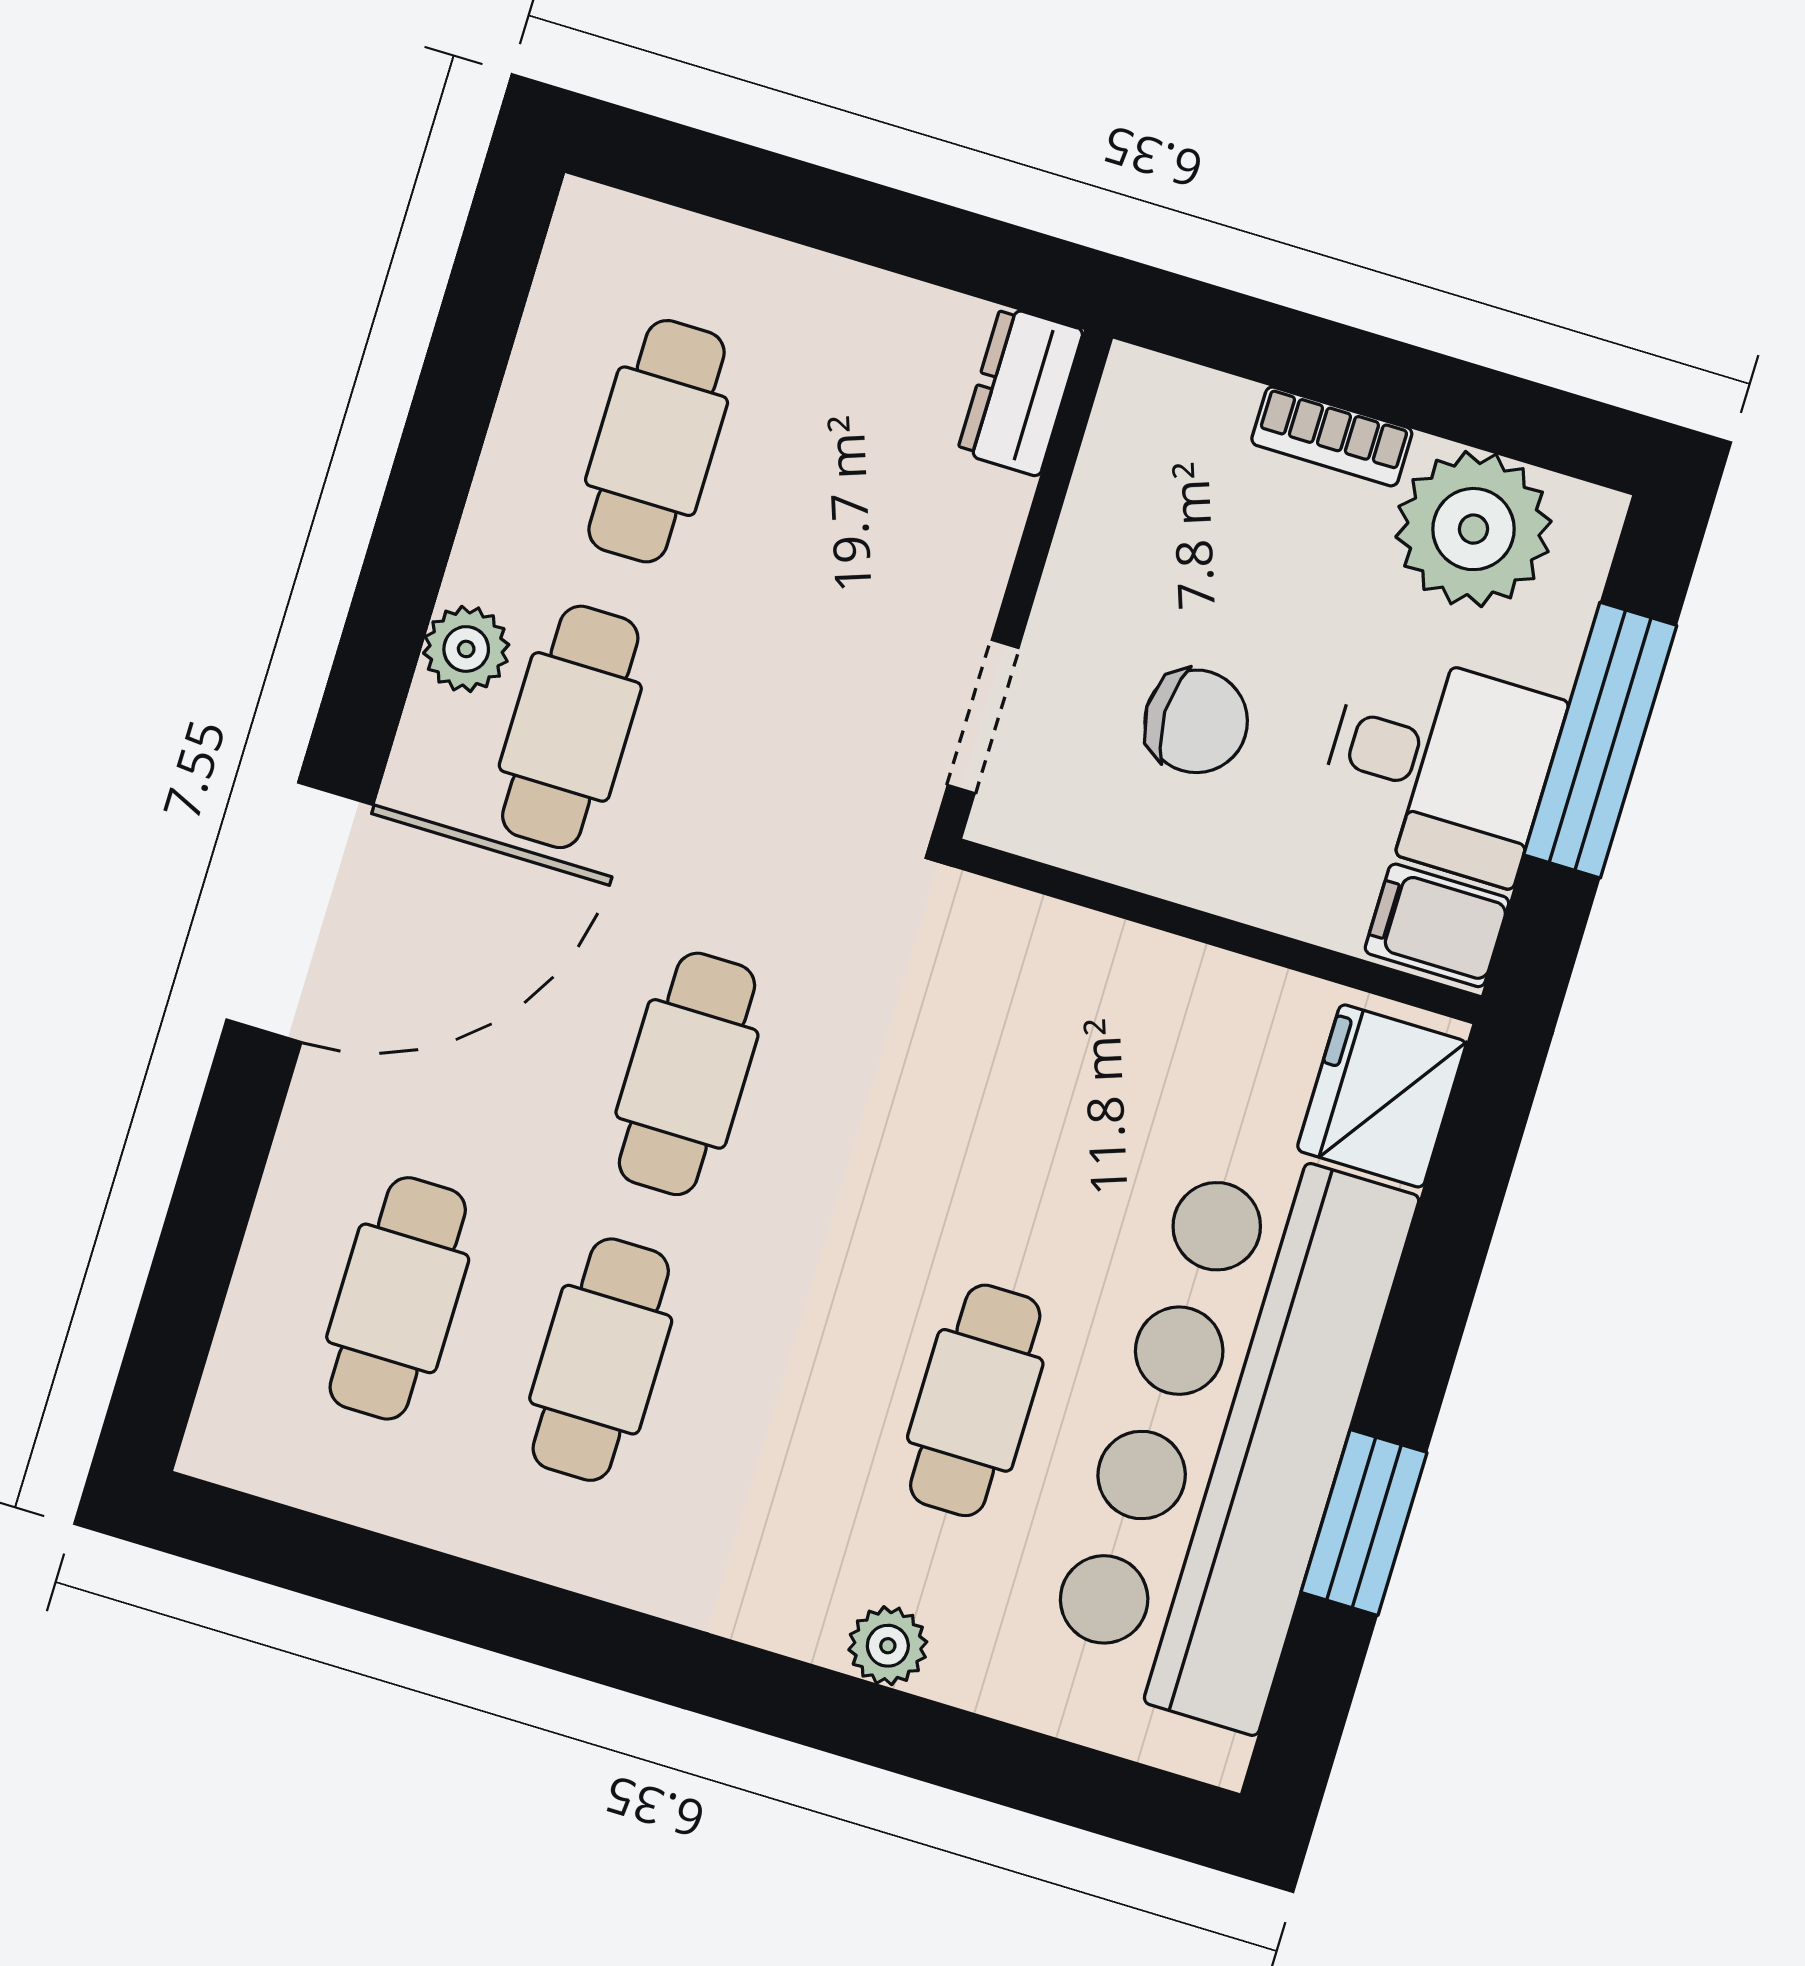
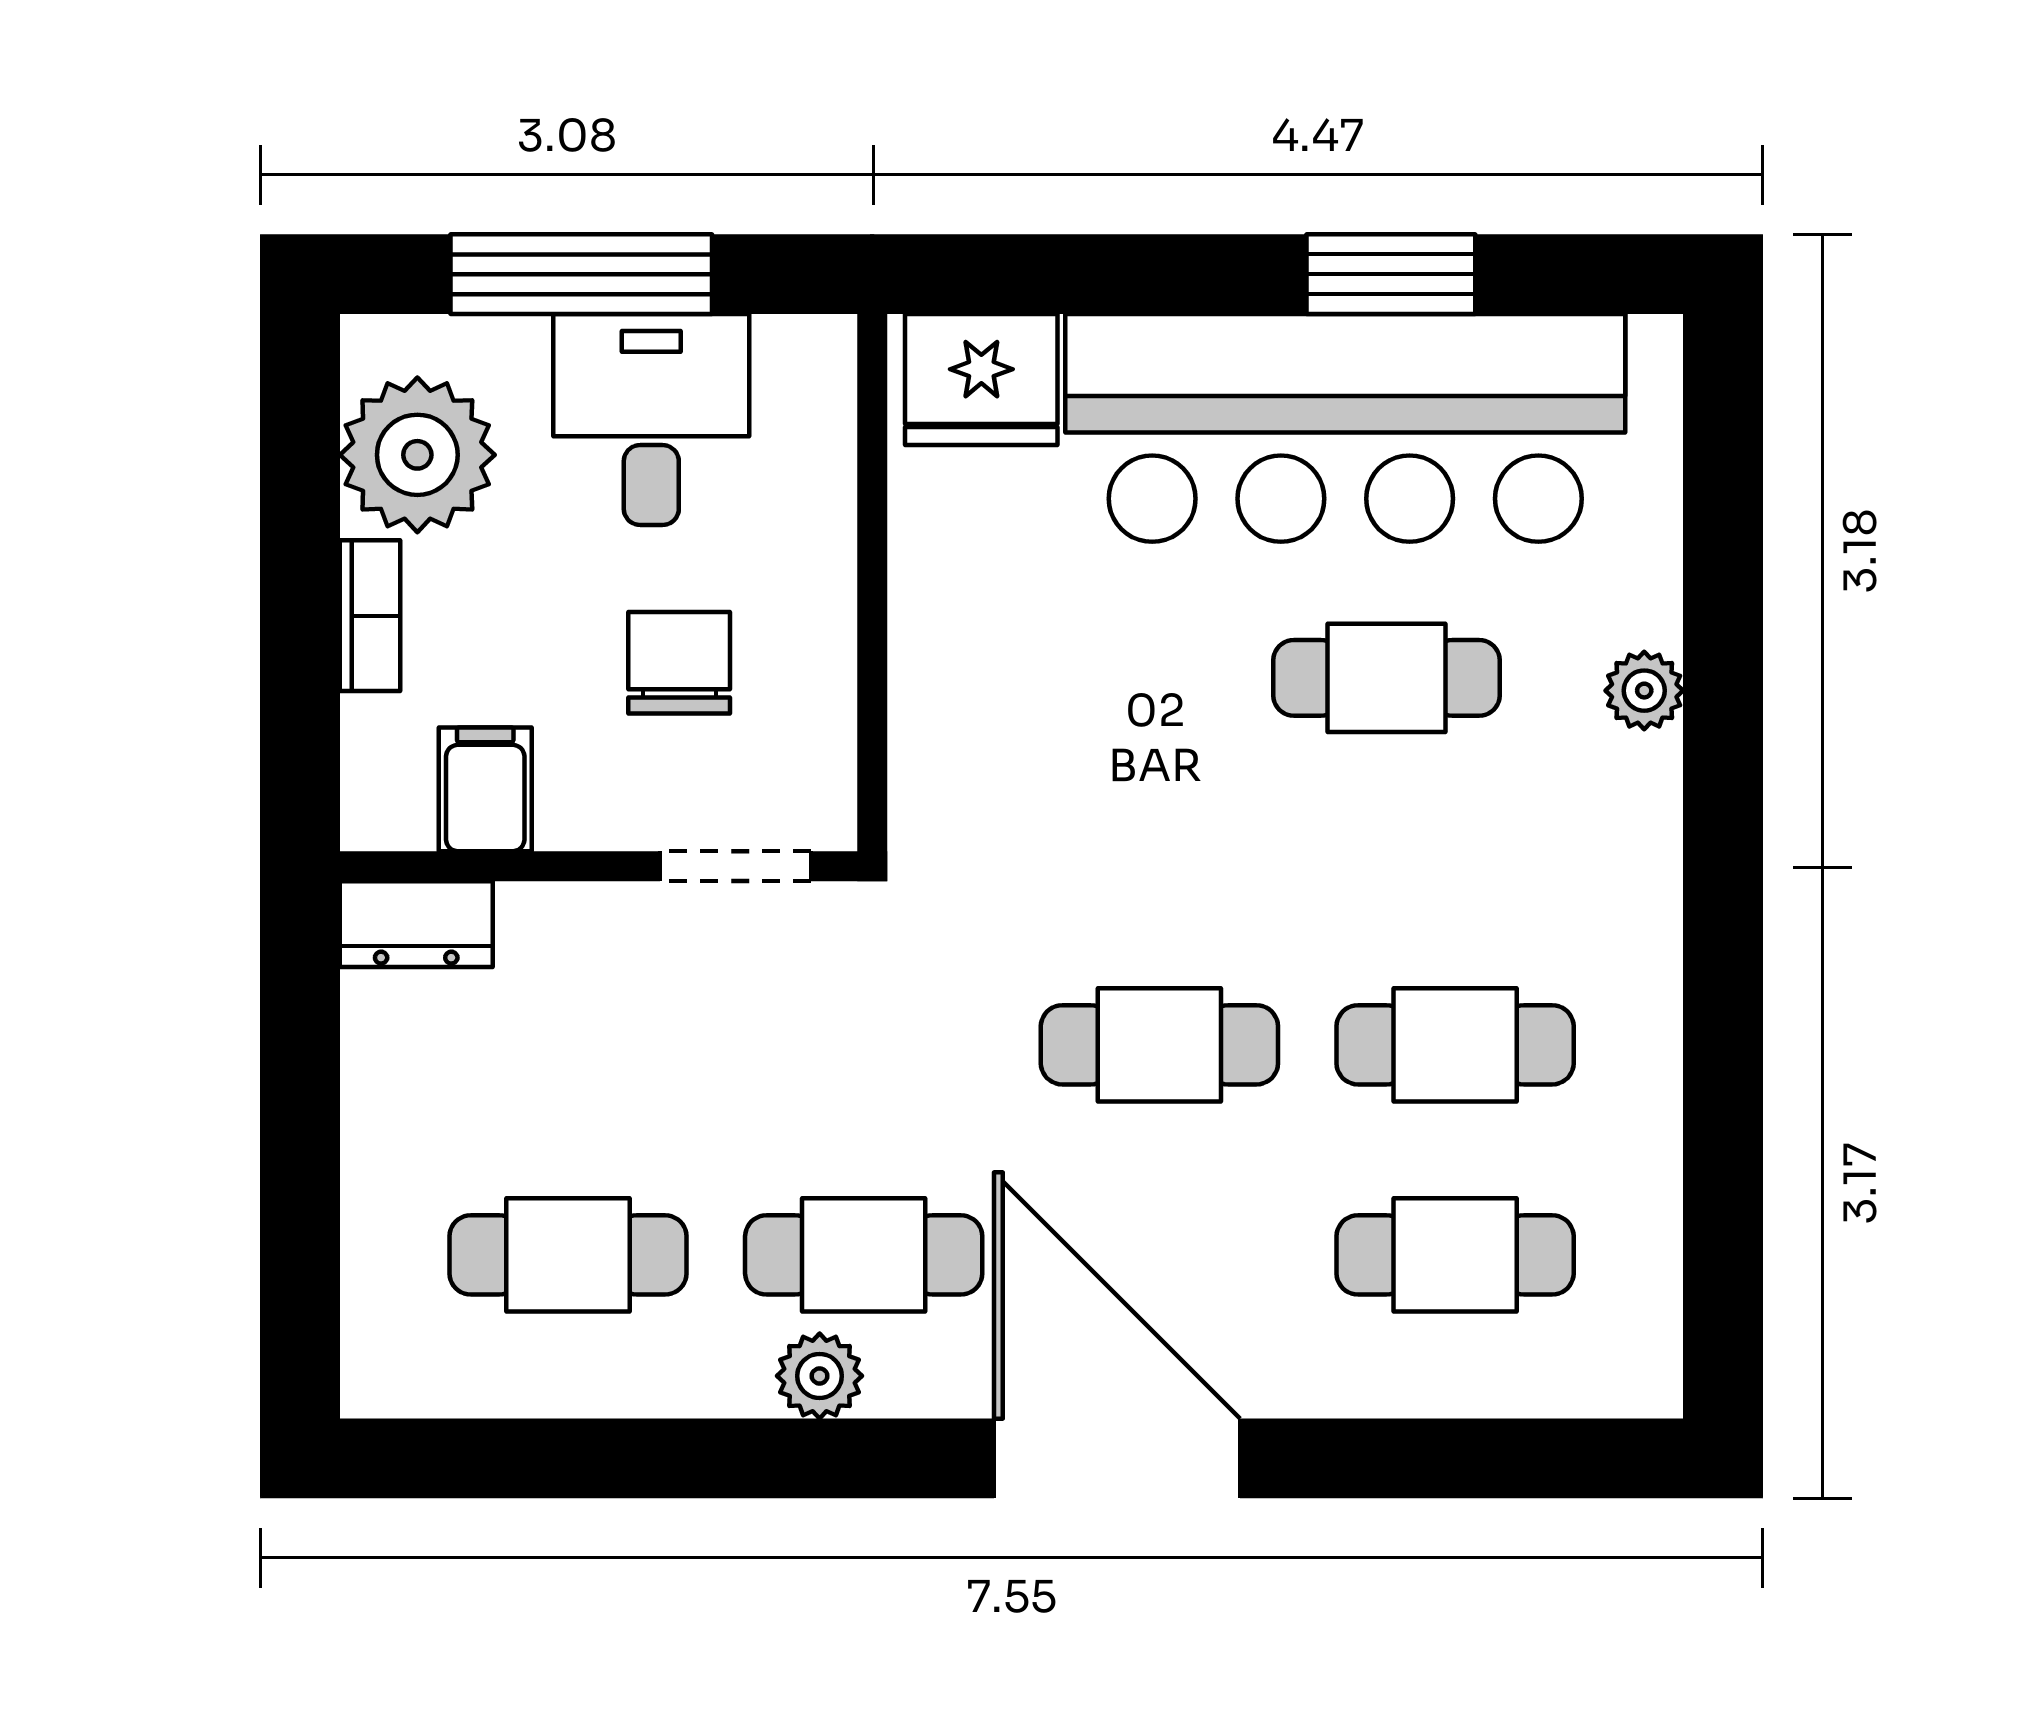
filing cabinet: (1437, 925) -> (485, 789), moved, turned 180

